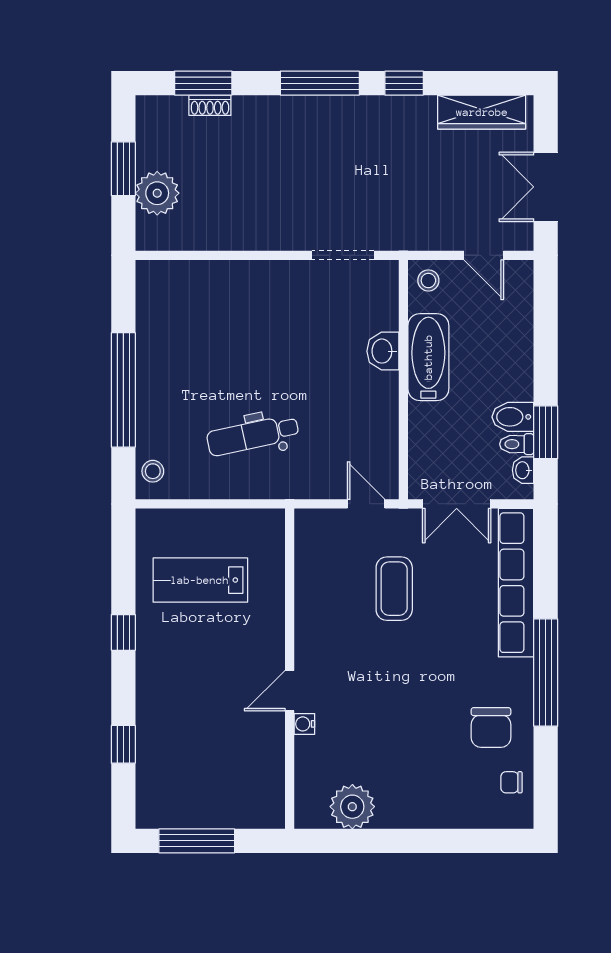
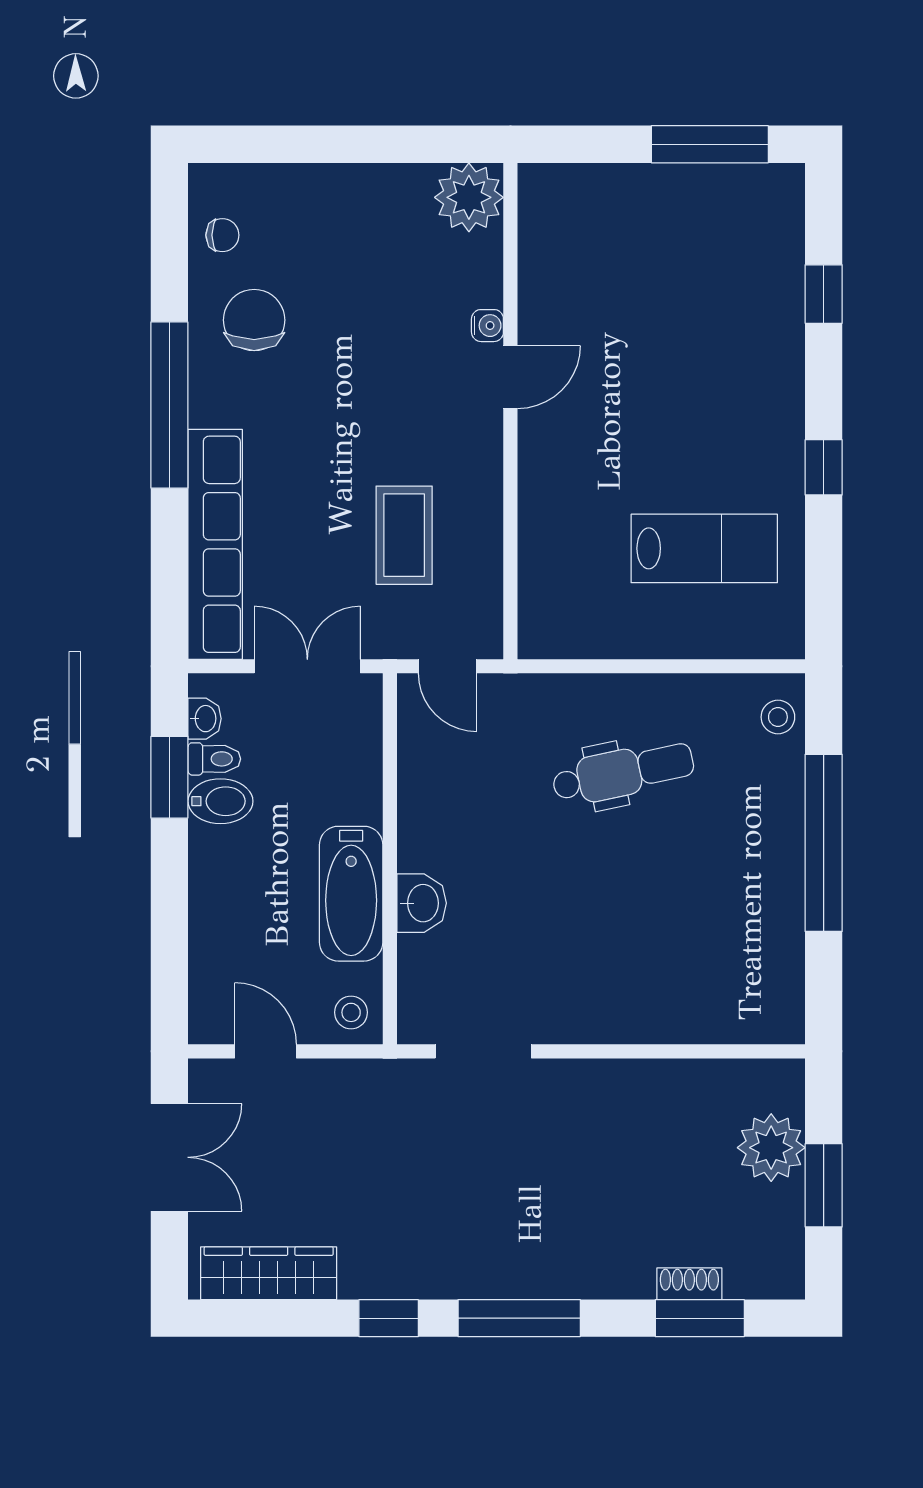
wall: (290, 669) -> (510, 411), moved
door: (290, 691) -> (510, 377), moved
water cooler: (304, 724) -> (487, 326), moved

